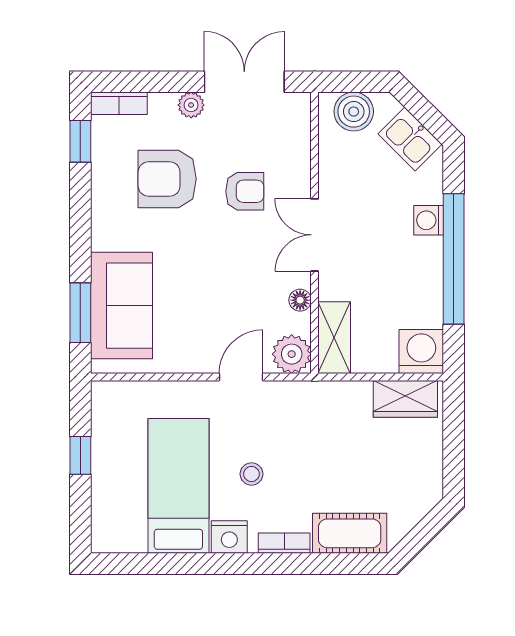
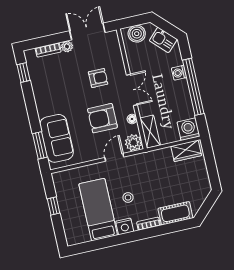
bookcase: (119, 103) -> (48, 50), moved
armchair: (167, 179) -> (102, 118), moved
double door: (315, 235) -> (132, 90), swing flipped

